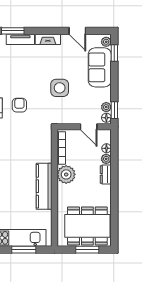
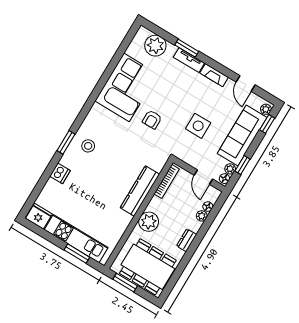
sofa: (100, 67) -> (242, 136), width x1.36
armchair: (19, 105) -> (152, 120), turned 180
window: (114, 110) -> (242, 165), moved
plant: (66, 174) -> (149, 222), moved
dresser: (106, 174) -> (187, 240), moved
kitchen counter: (44, 186) -> (140, 191), moved
window: (87, 250) -> (125, 283), moved

